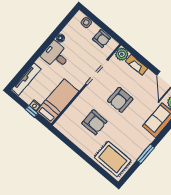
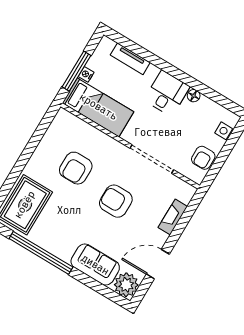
plant: (122, 54) -> (185, 192), removed
tv unit: (26, 79) -> (130, 59), width x0.71
window: (32, 111) -> (77, 71), width x2.17
window: (146, 154) -> (41, 253), width x2.11

